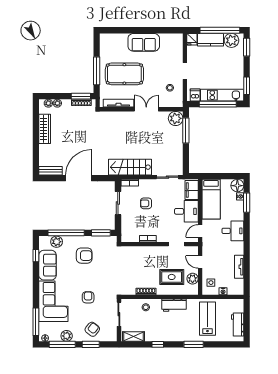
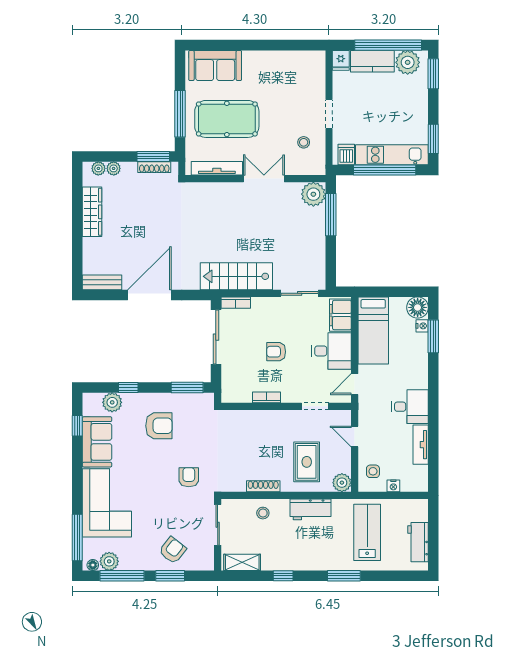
sofa: (144, 42) -> (215, 65), moved
sliding door: (118, 203) -> (216, 337), width x1.37
armchair: (146, 203) -> (276, 352), moved
desk: (233, 231) -> (410, 407), moved
window: (66, 233) -> (128, 388), width x0.32
rug: (172, 277) -> (307, 462), turned 90
plant: (193, 279) -> (342, 483), moved
armchair: (88, 297) -> (189, 477), moved
plant: (67, 336) -> (109, 561), moved

